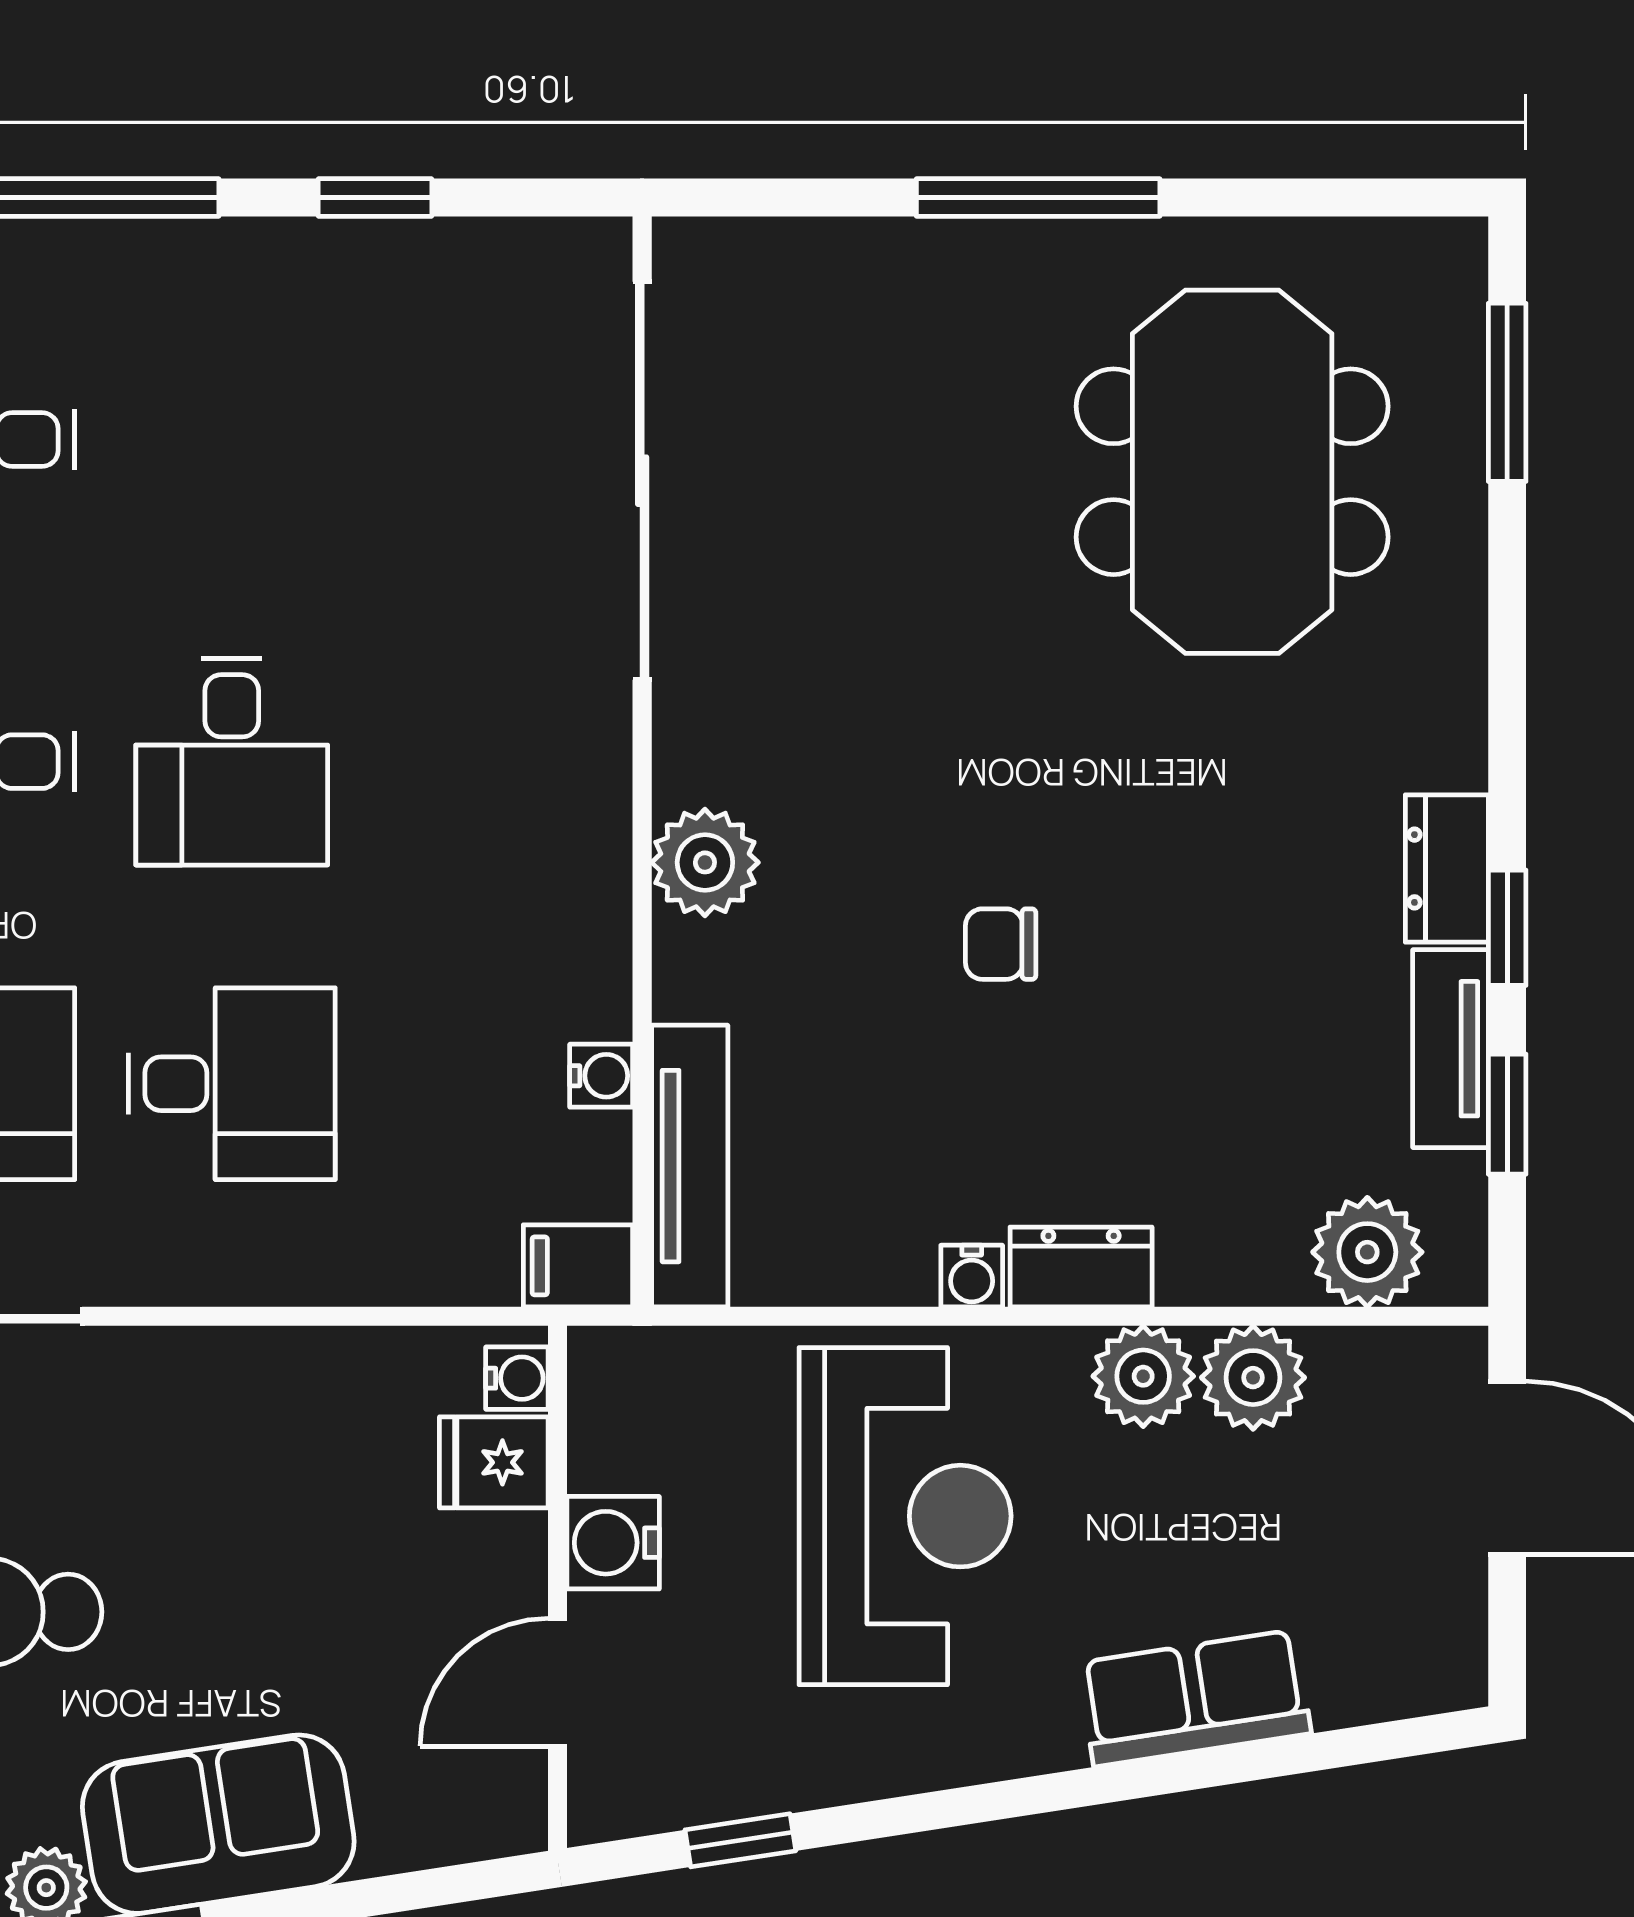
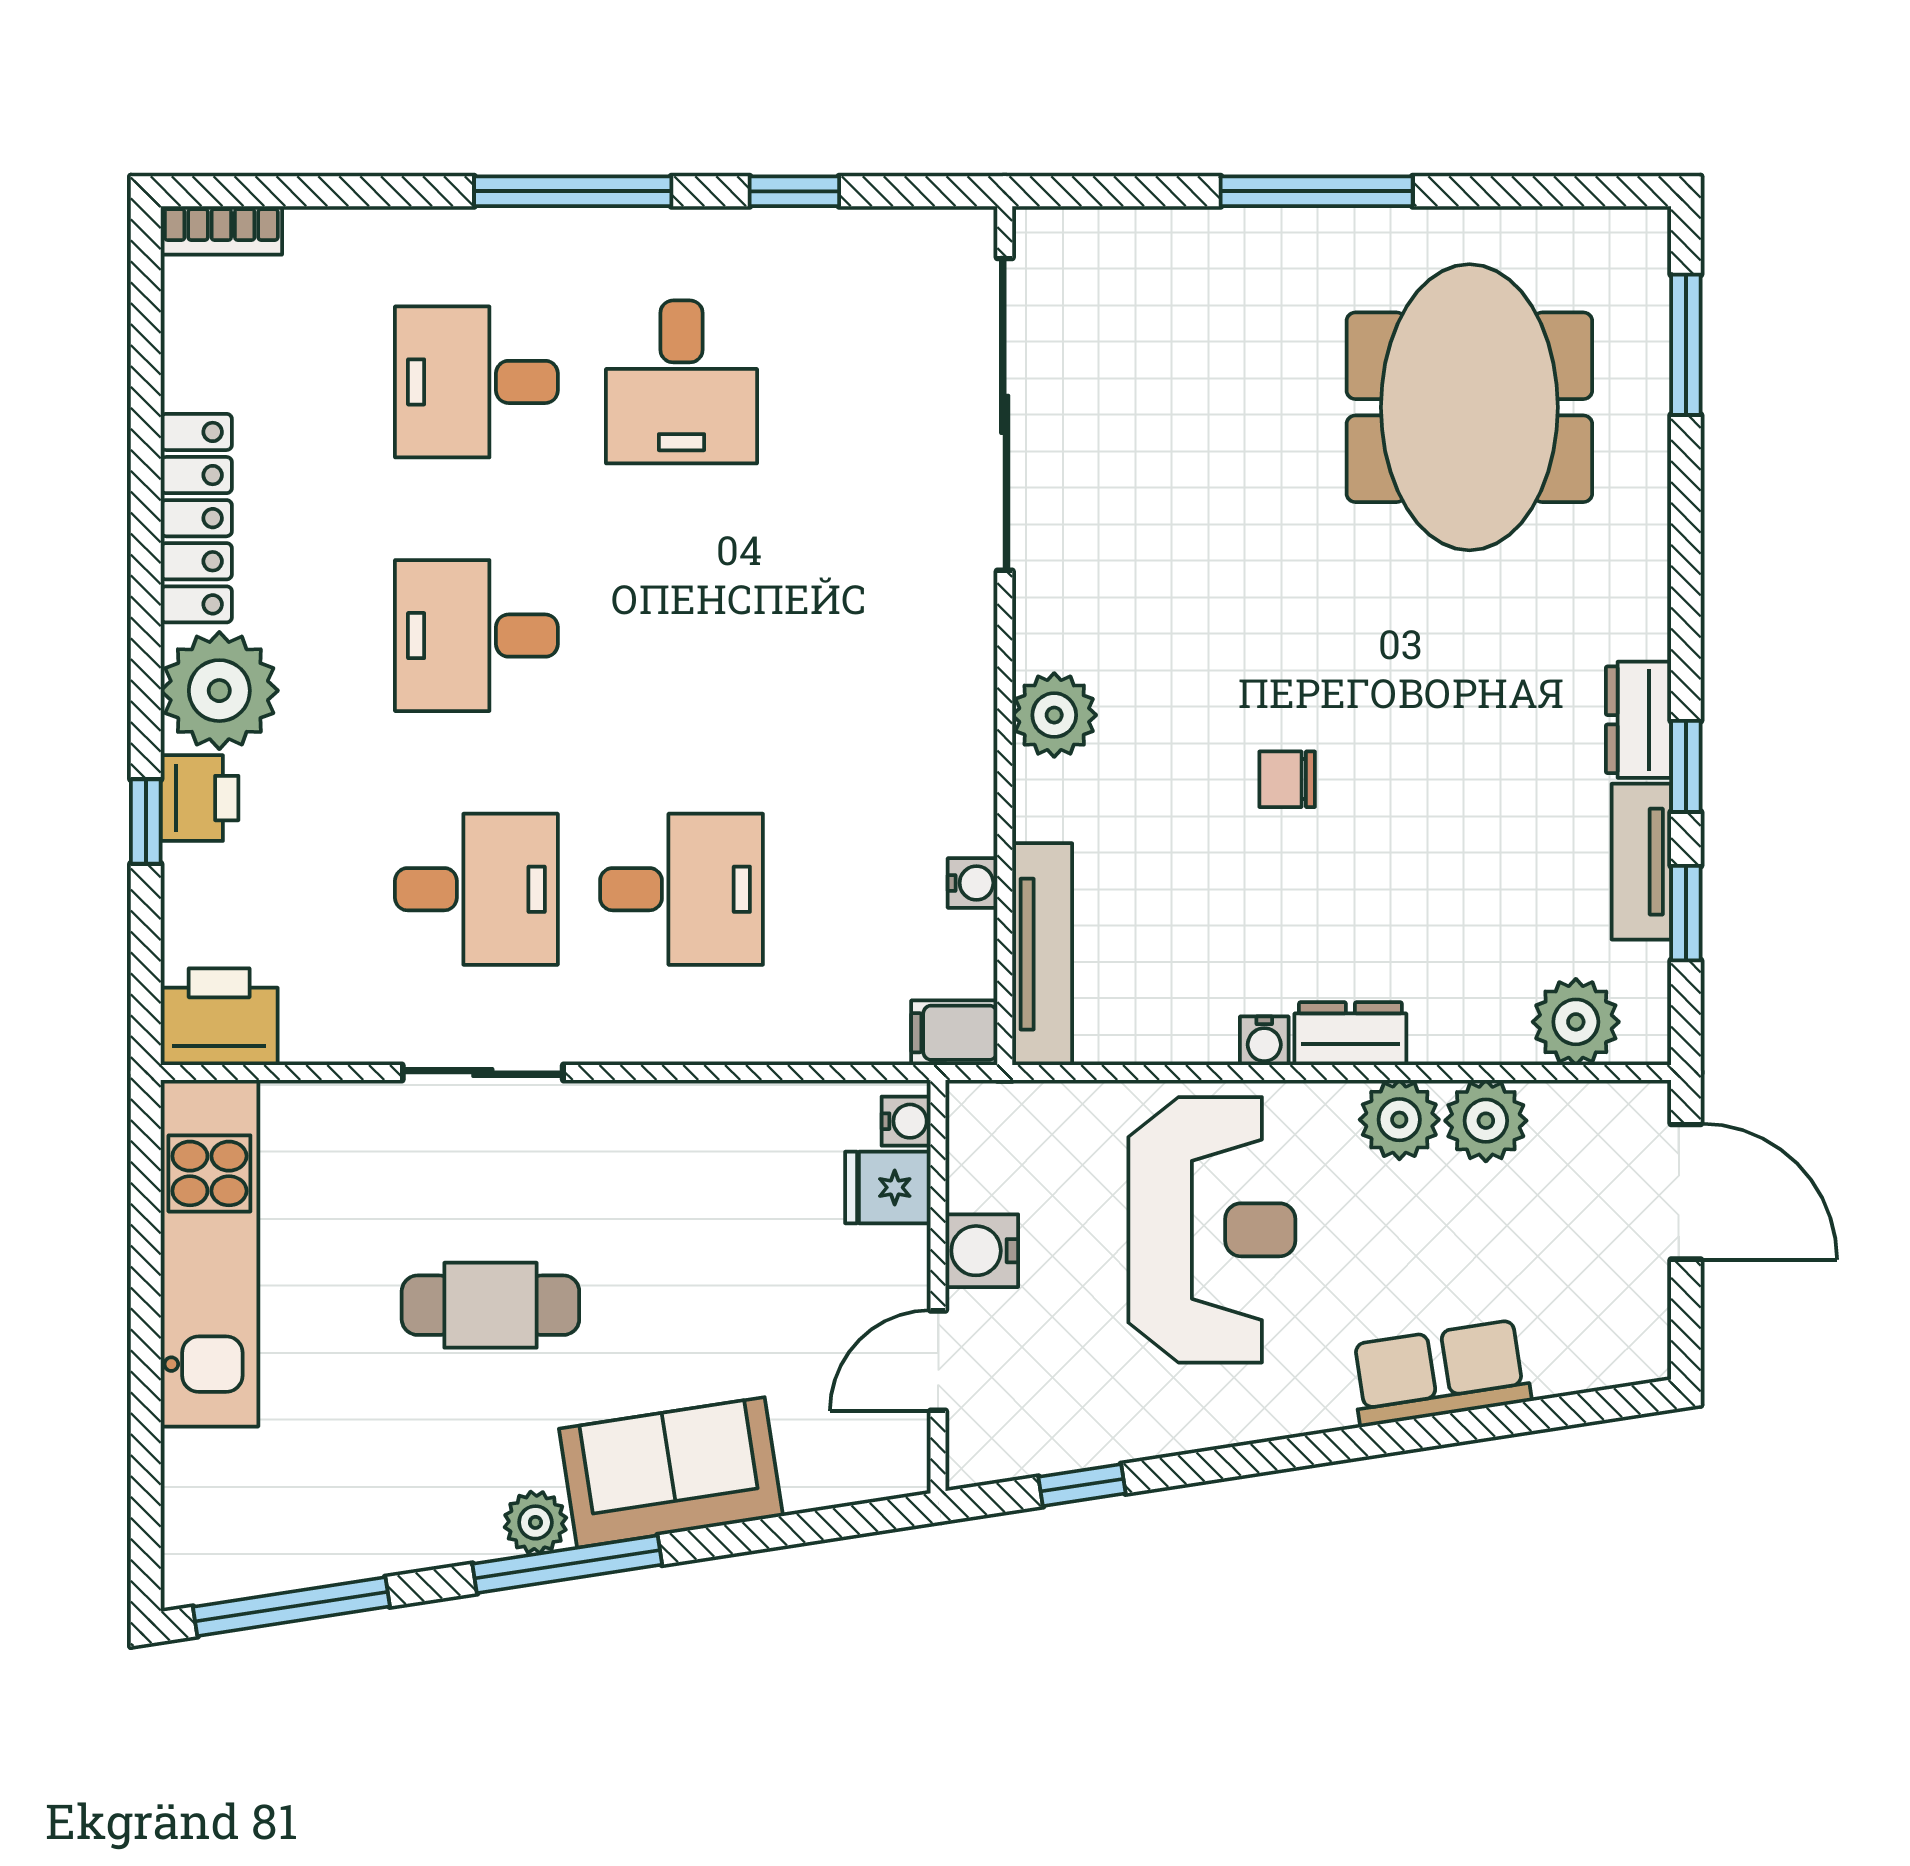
desk: (232, 762) -> (682, 382), moved

